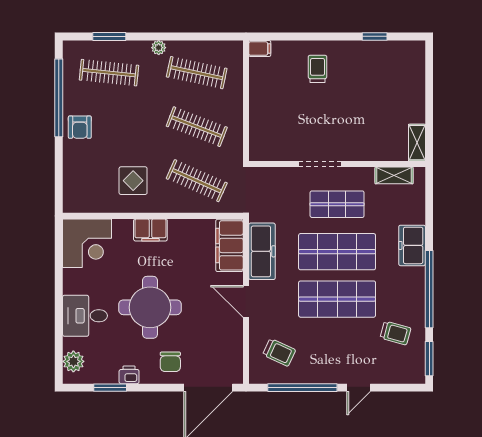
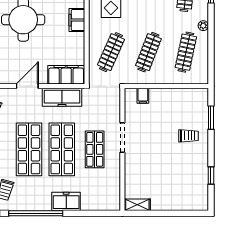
window: (291, 36) -> (211, 118), added
filing cabinet: (260, 49) -> (143, 96), moved
shelving: (394, 175) -> (115, 189), removed

